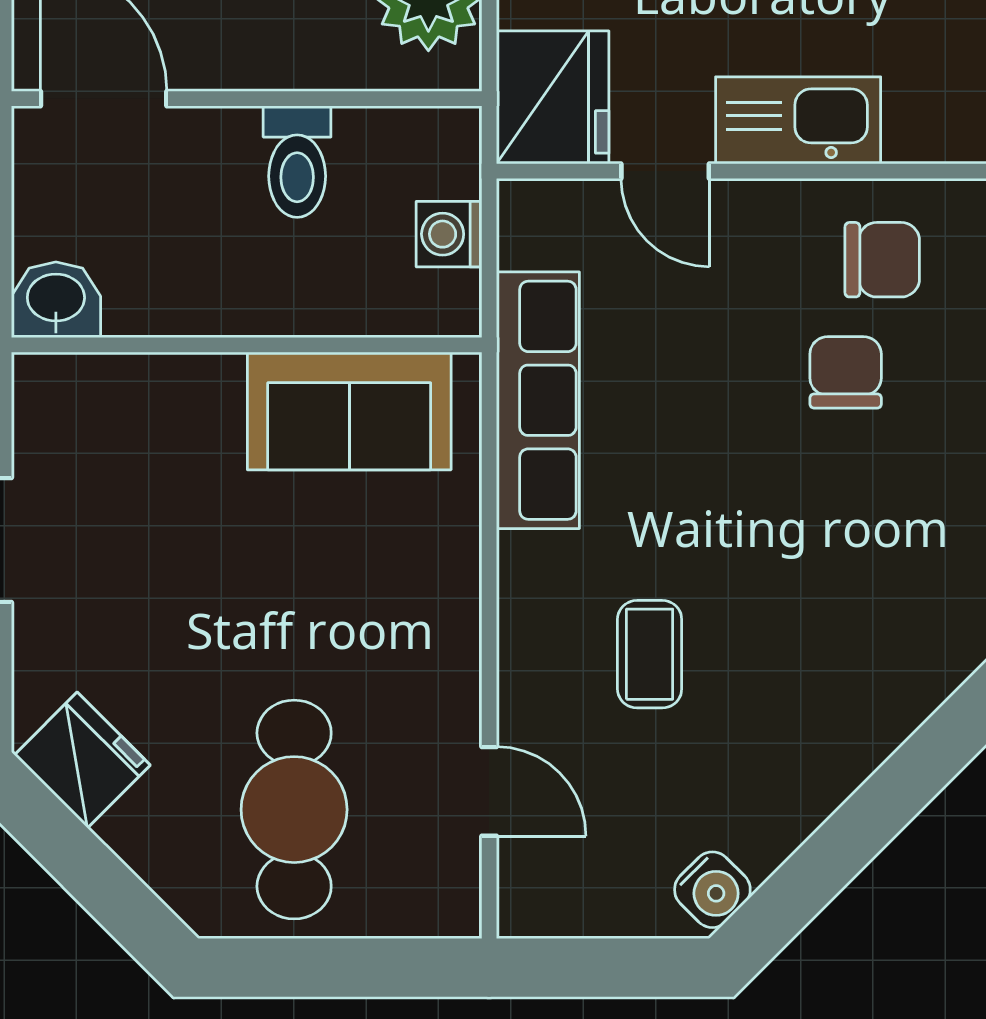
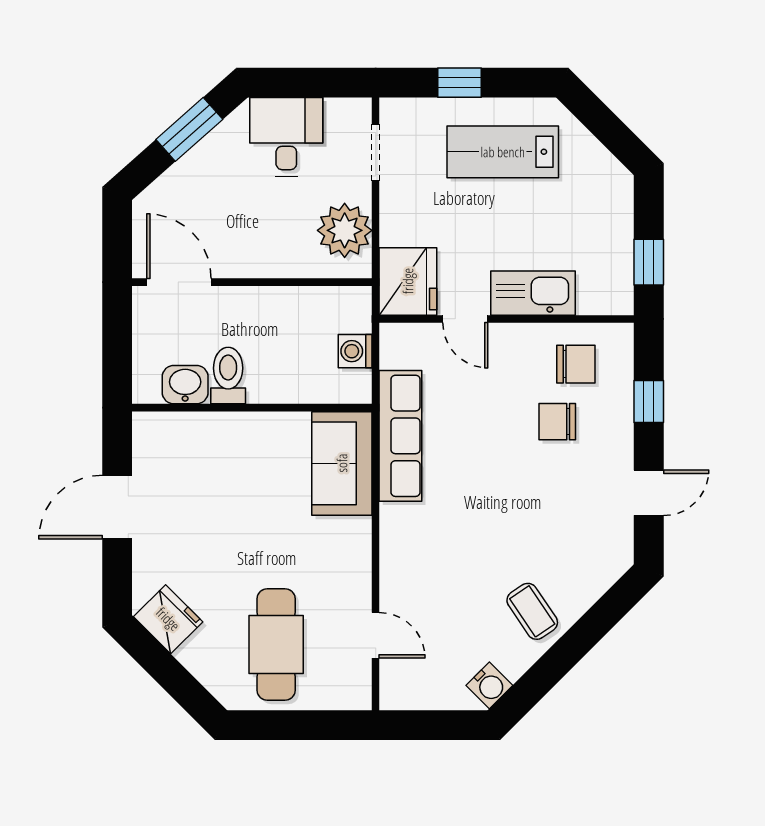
toilet: (297, 162) -> (228, 375), moved, turned 180
washbasin: (56, 300) -> (185, 385), moved
chair: (846, 372) -> (557, 422), turned -90
sofa: (349, 411) -> (342, 463), moved, turned 90
coffee table: (650, 654) -> (532, 611), moved, turned -34

